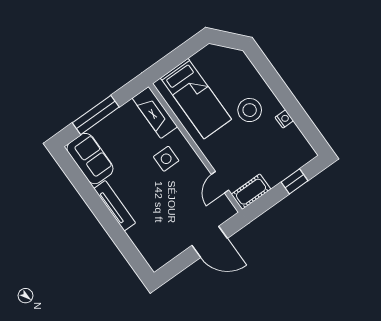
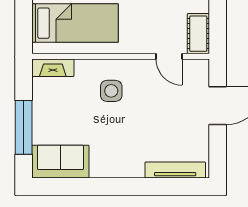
fireplace: (155, 112) -> (53, 68), width x0.73, depth x0.76
tv unit: (115, 206) -> (175, 170), moved

